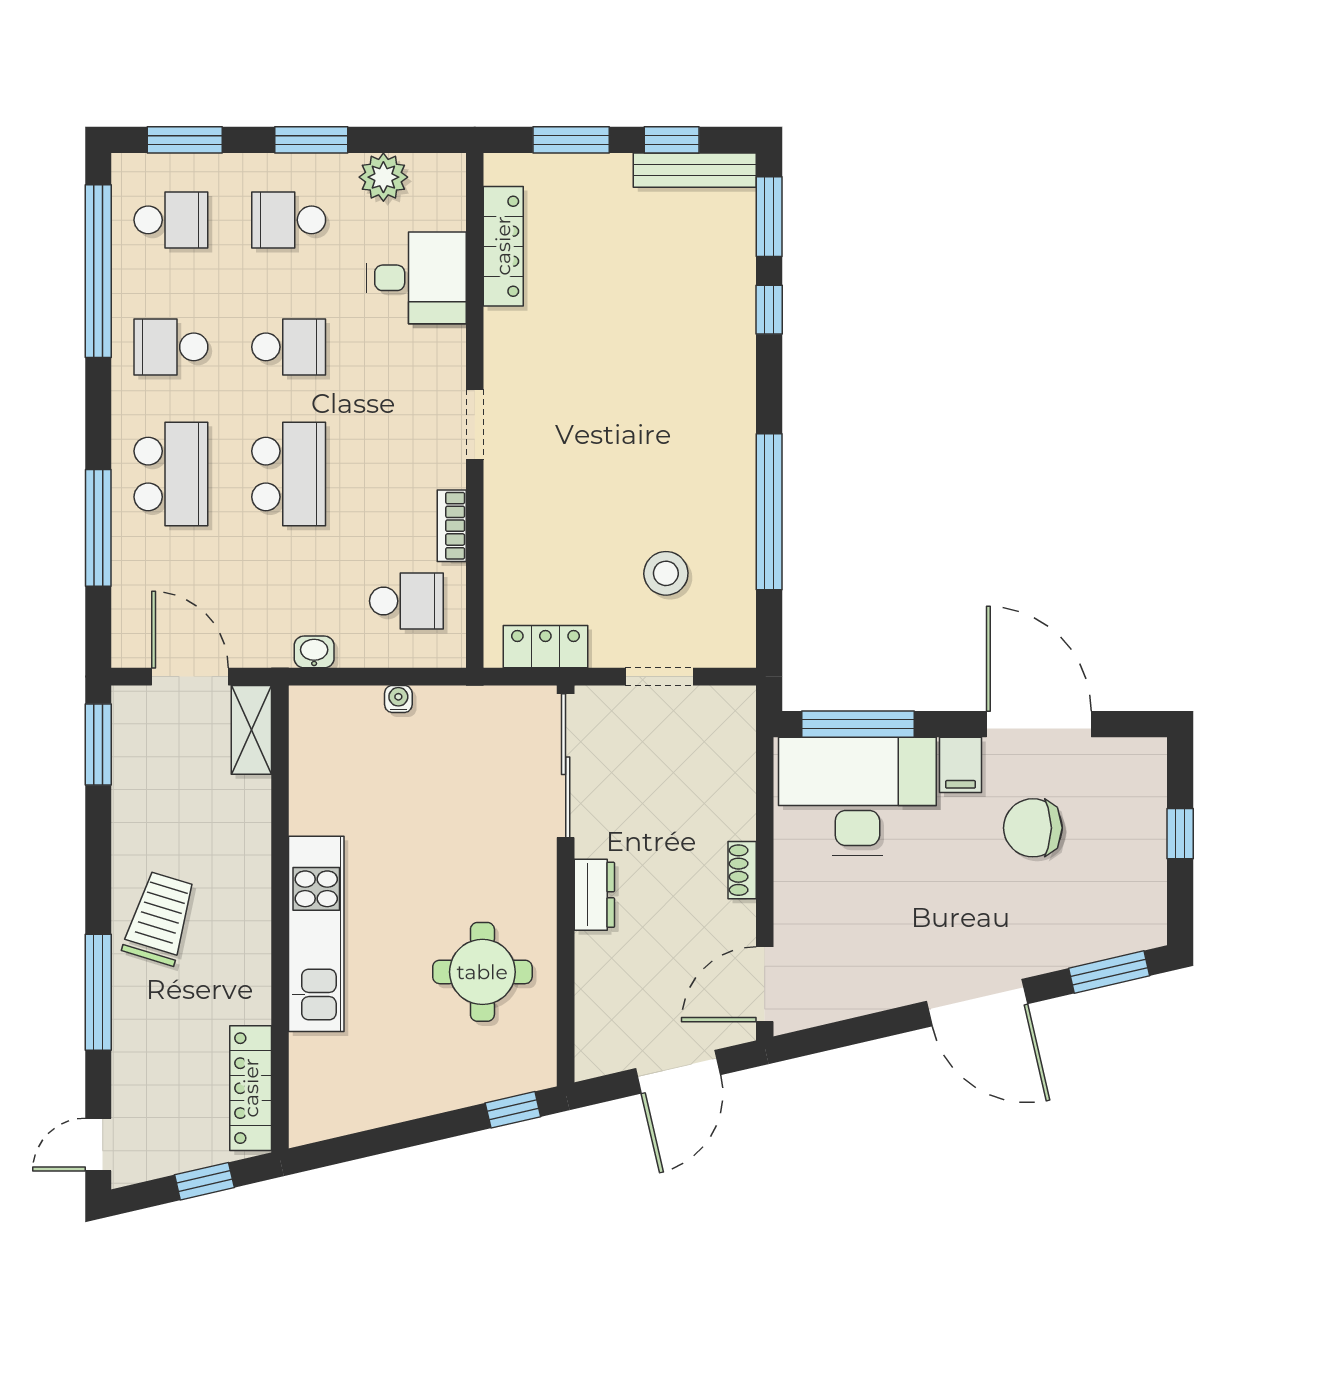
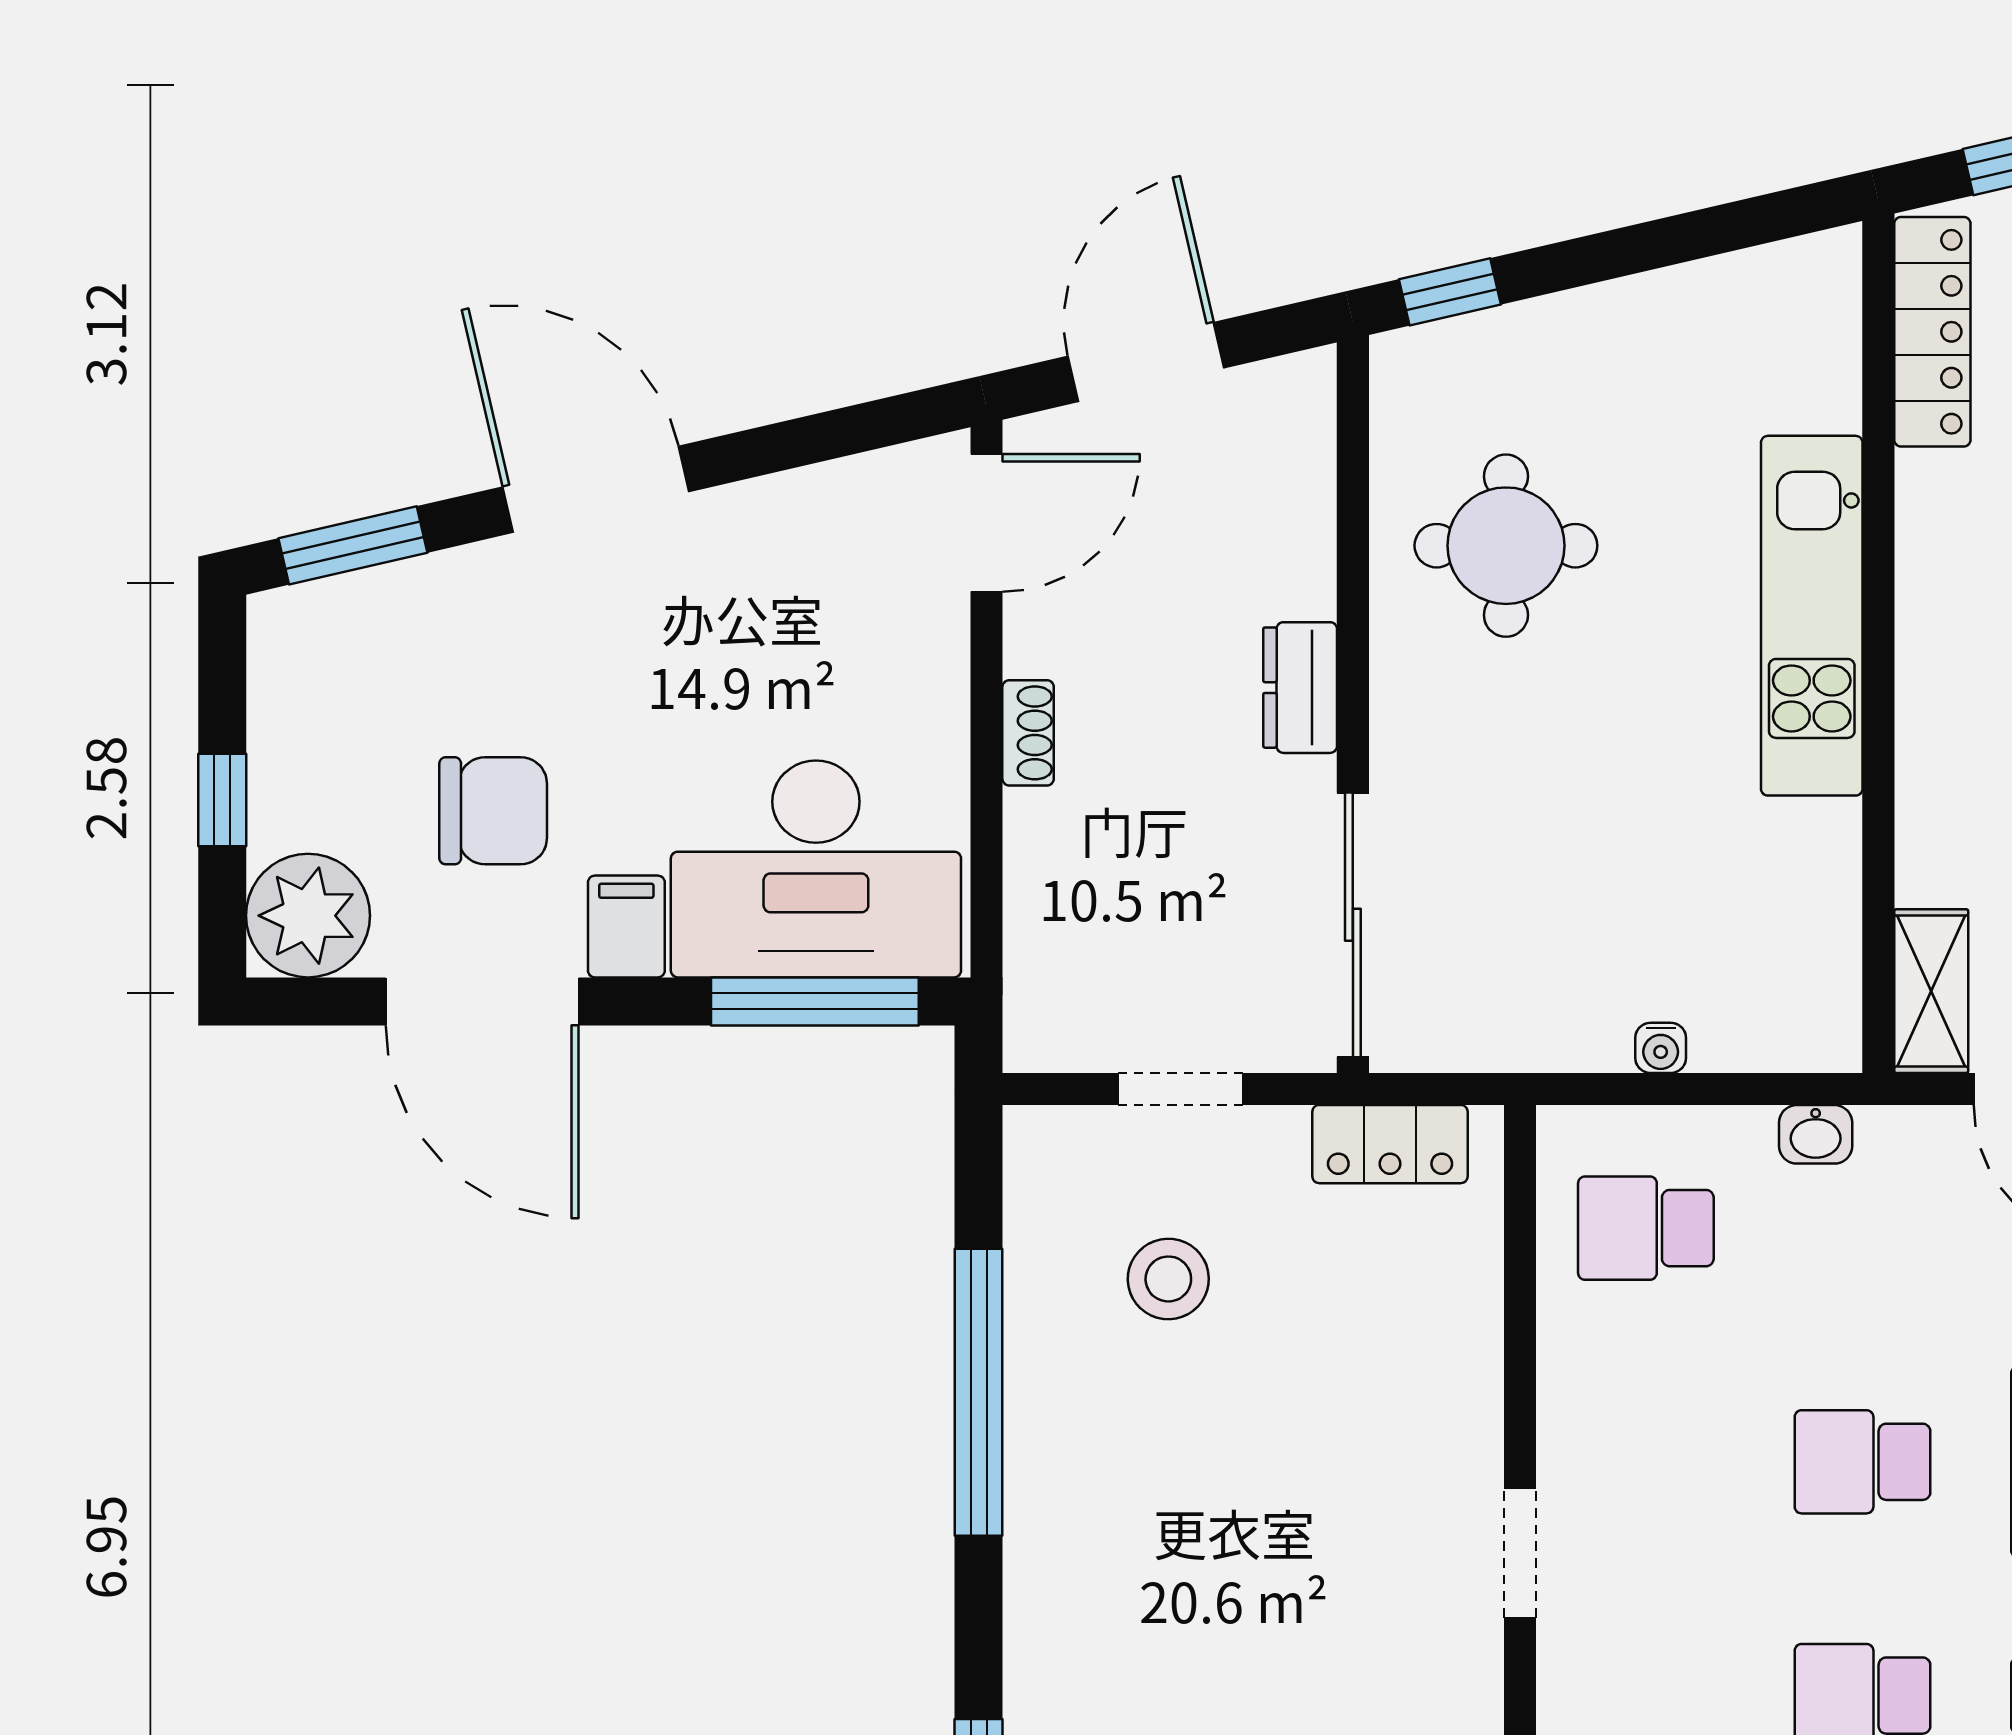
school desk: (289, 474) -> (1862, 1462), width x0.54
bookcase: (452, 526) -> (1562, 1367), removed
plant: (1134, 771) -> (308, 916), added

